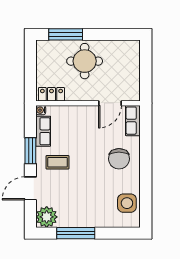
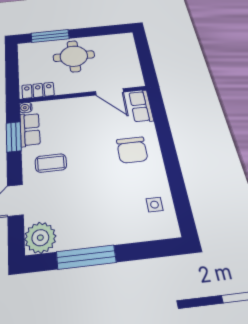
door: (110, 103) -> (109, 92), hinge flipped
window: (30, 151) -> (14, 137), moved
side table: (127, 203) -> (154, 205), width x0.54, depth x0.54

